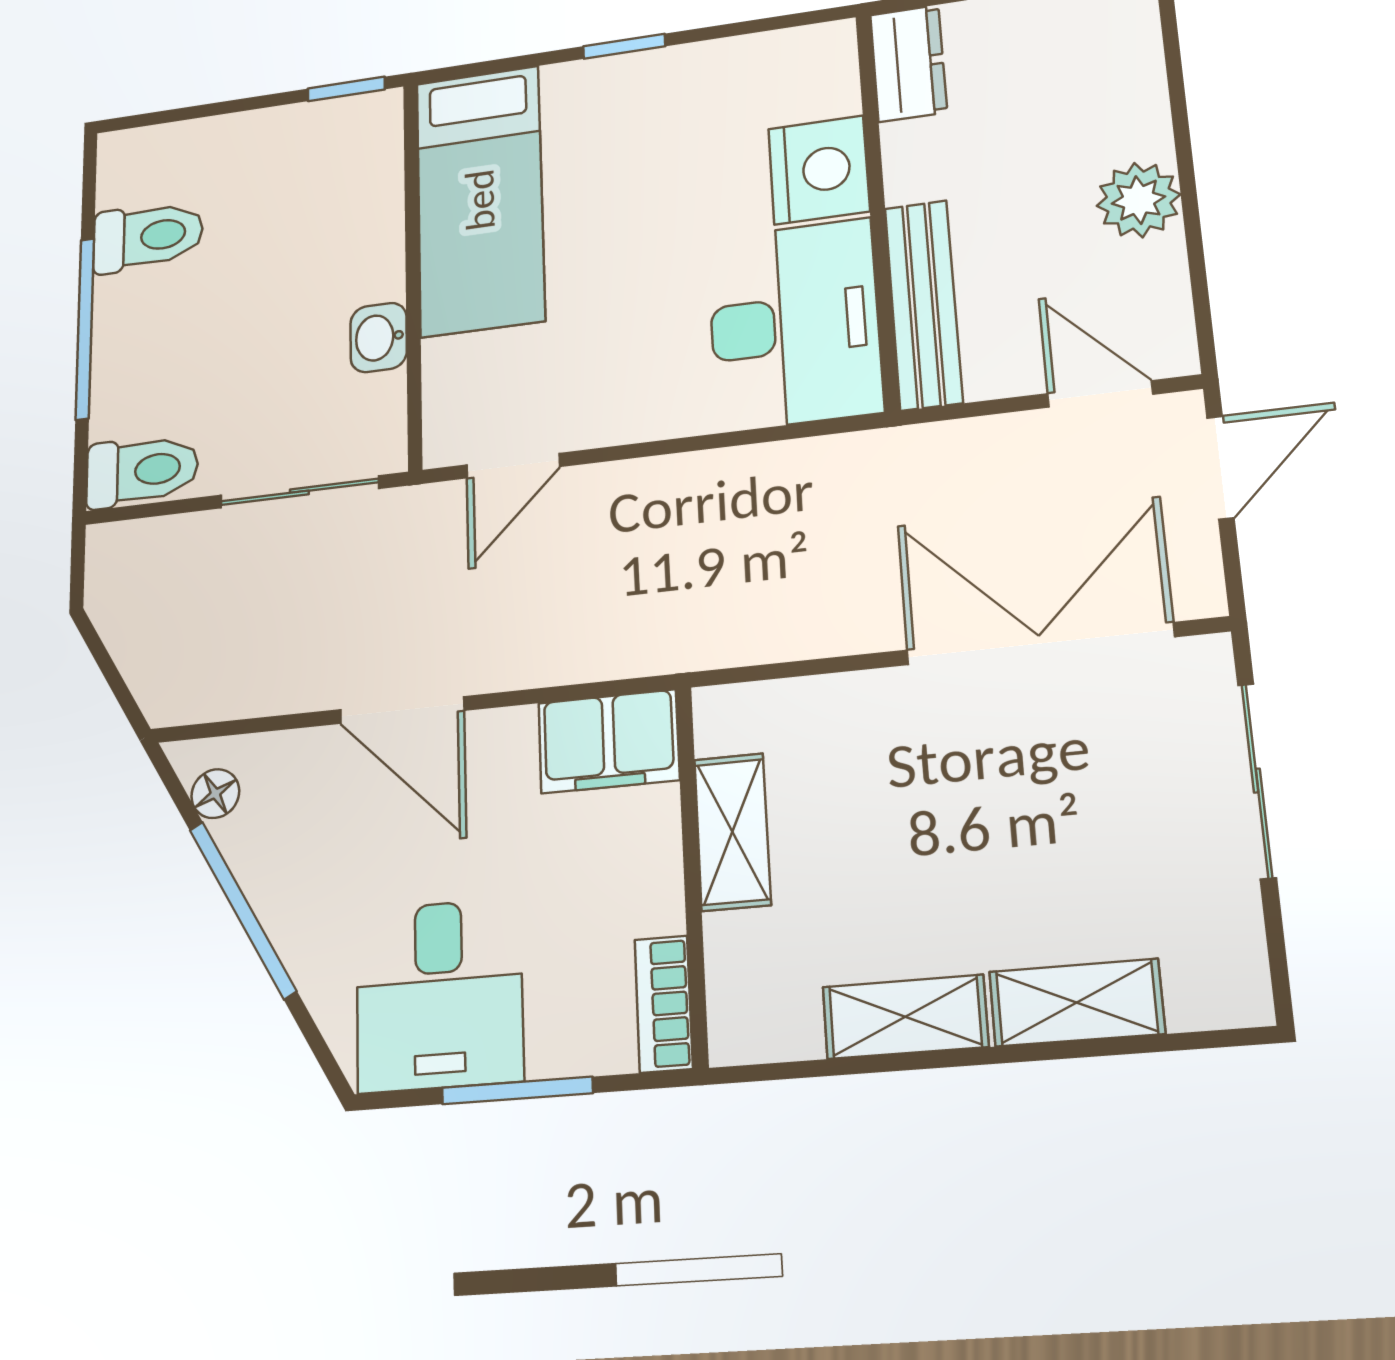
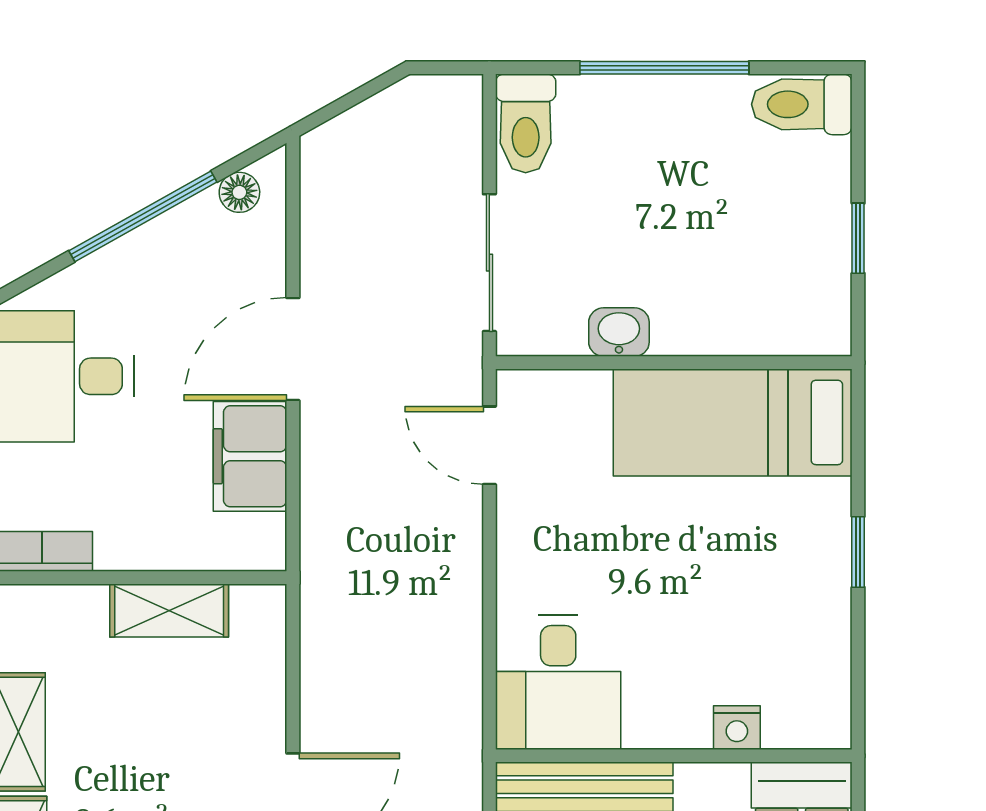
window: (346, 89) -> (858, 238), moved
nightstand: (819, 170) -> (737, 728), width x0.53, depth x0.56
toilet: (148, 237) -> (802, 104), moved, turned 90
desk: (794, 325) -> (558, 682), width x0.73
filing cabinet: (609, 741) -> (250, 456), moved

